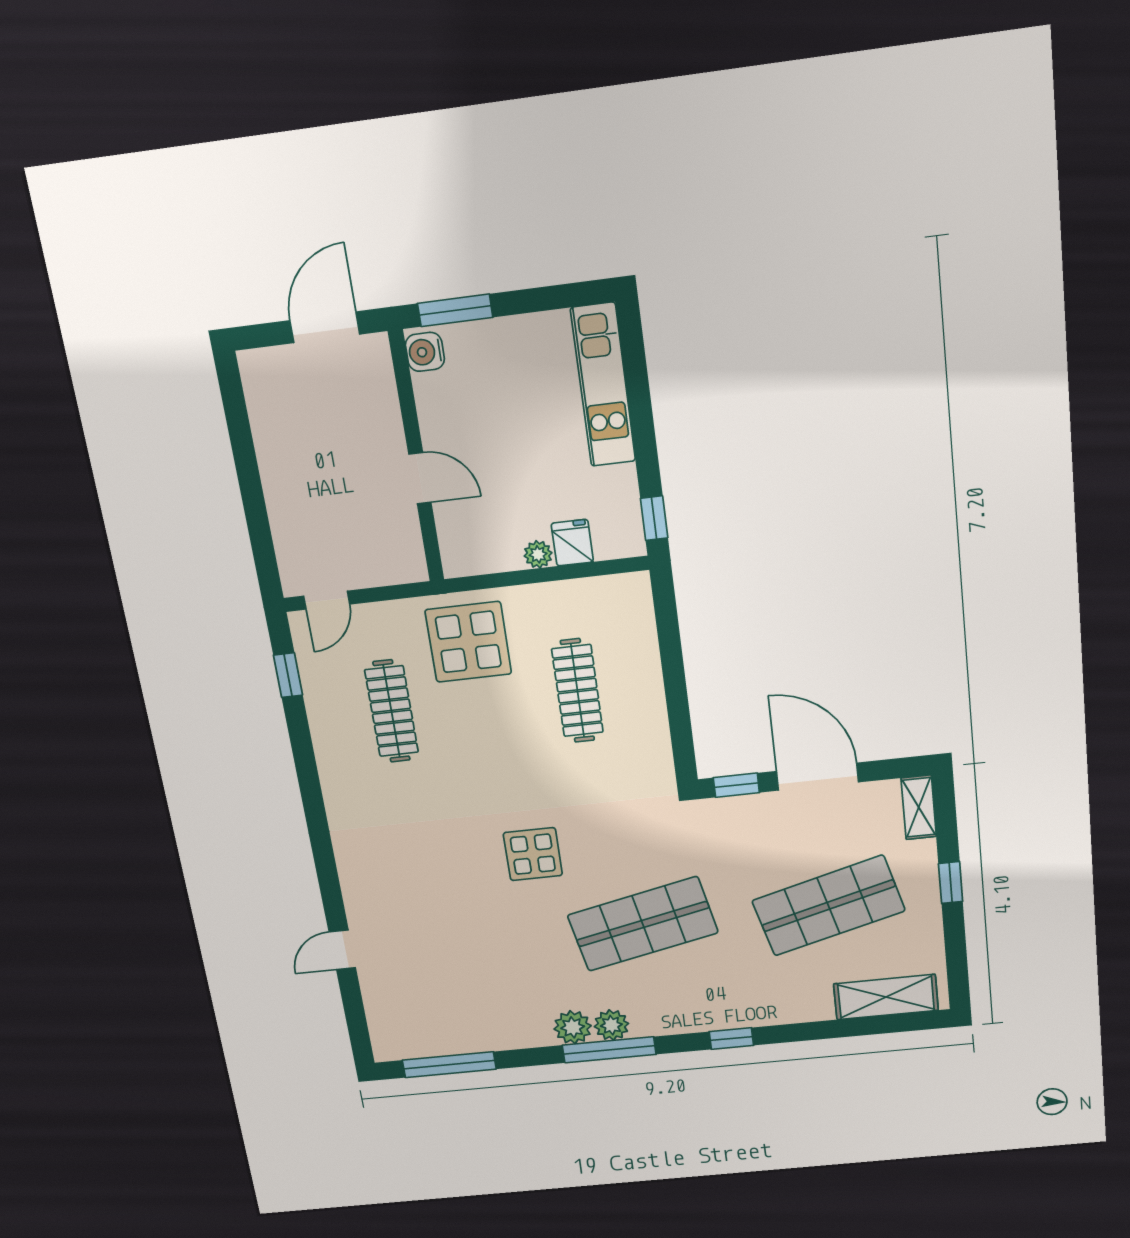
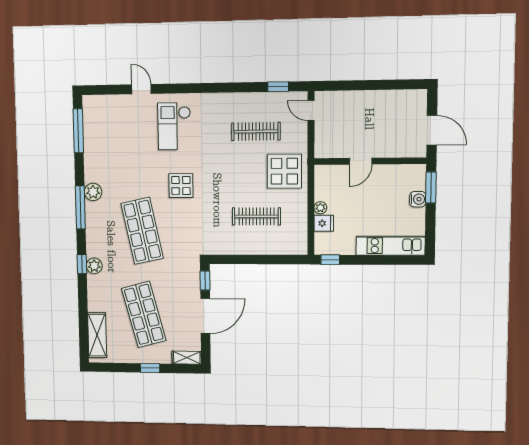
water cooler: (425, 352) -> (418, 199), moved, turned 90
checkout: (408, 879) -> (174, 126), added
plant: (611, 1025) -> (94, 266), moved

